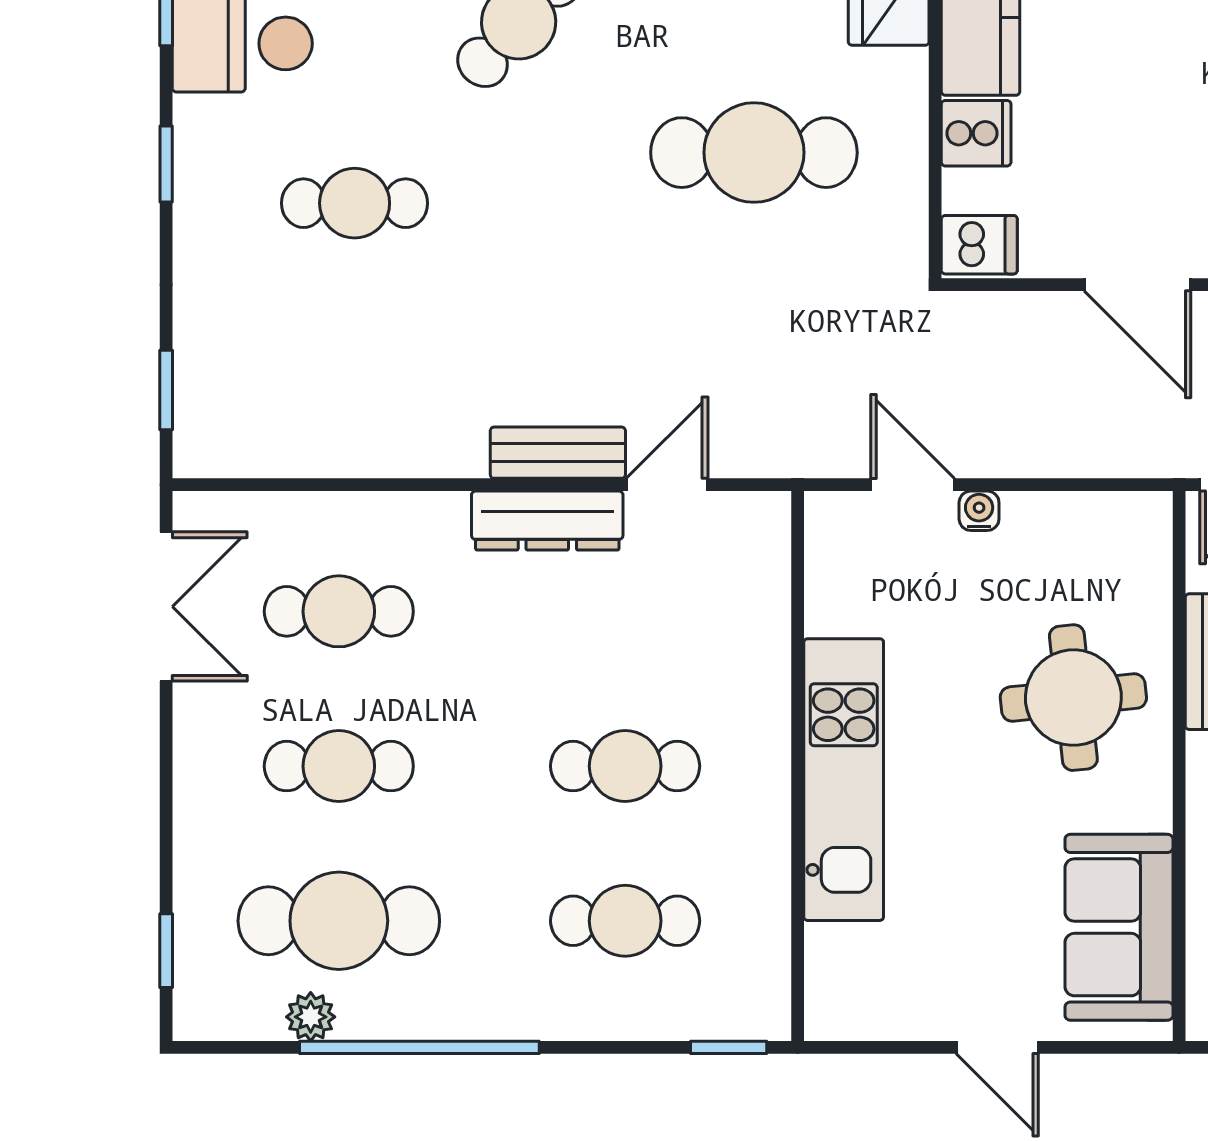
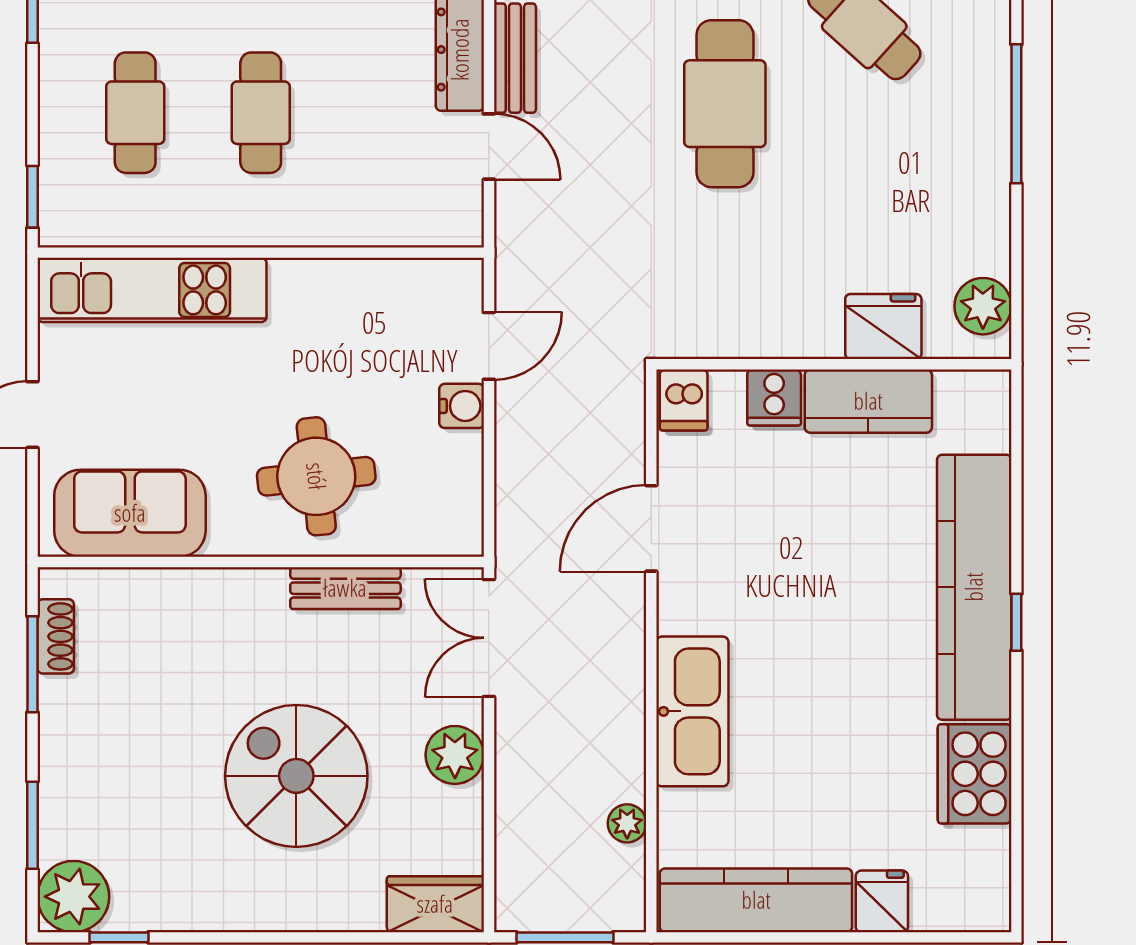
cafe table: (754, 153) -> (725, 104), moved
water cooler: (979, 511) -> (462, 406), width x1.38, depth x1.38
kitchen unit: (844, 780) -> (152, 290), moved

